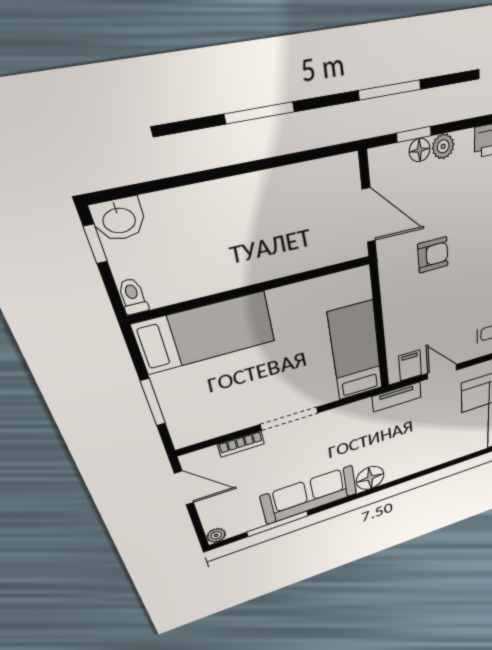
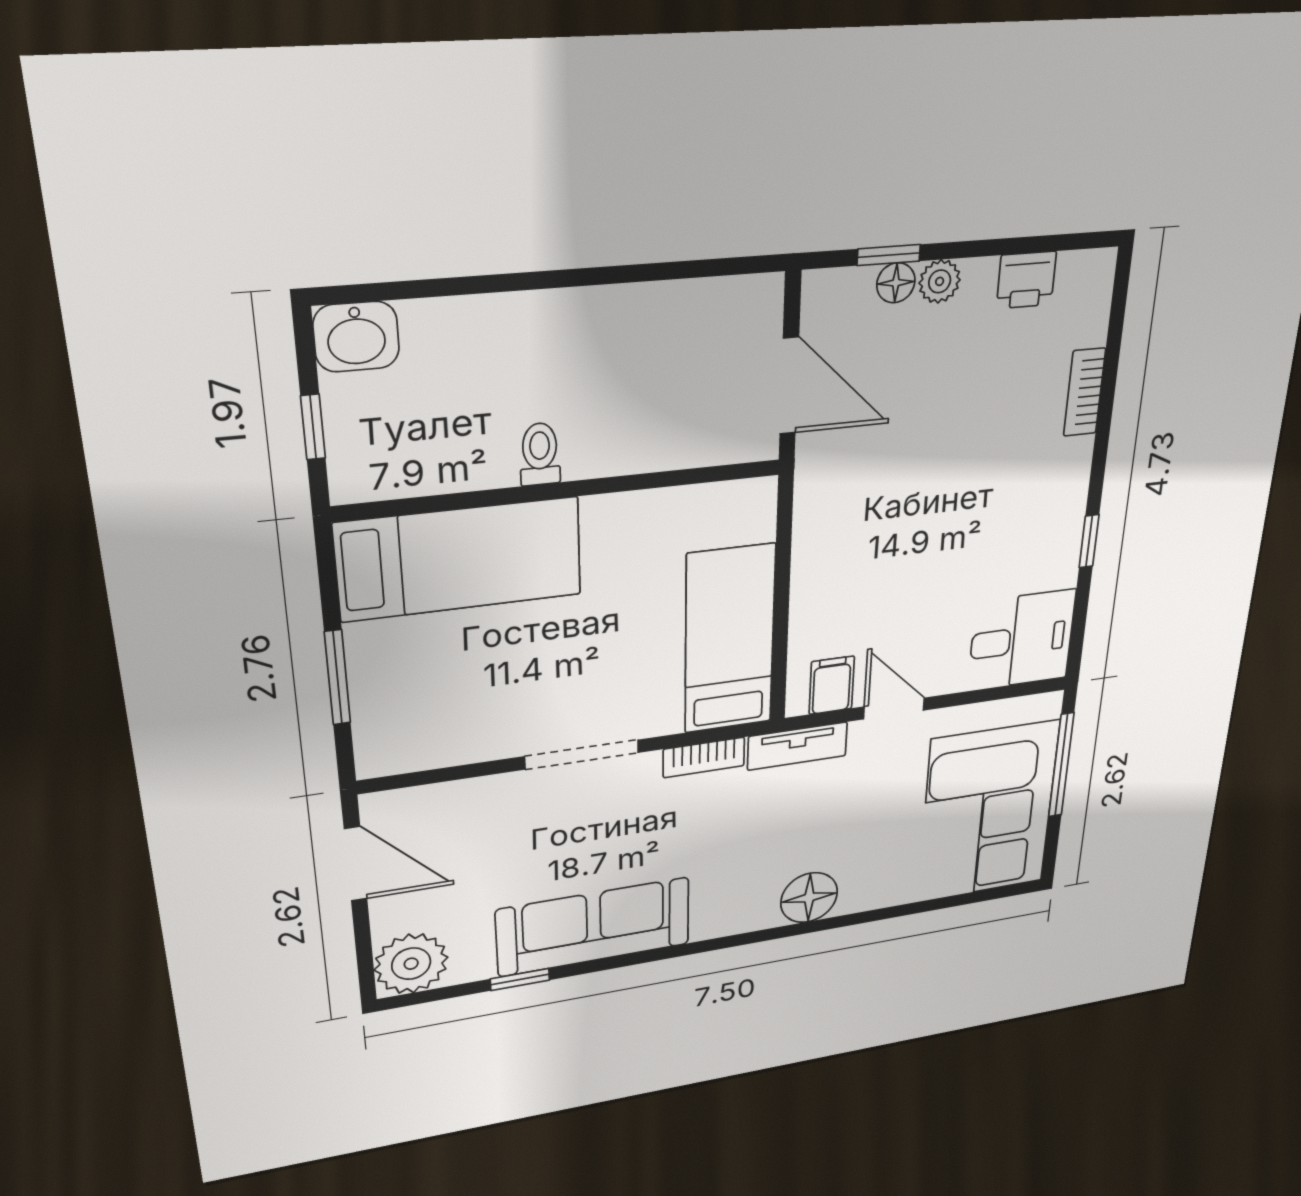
window: (95, 244) -> (313, 427), moved
armchair: (433, 255) -> (900, 474), removed
toilet: (133, 296) -> (540, 454), moved
bookcase: (241, 444) -> (704, 757), moved
floor lamp: (370, 478) -> (809, 898), moved
window: (278, 524) -> (520, 979), width x0.46
plant: (216, 535) -> (411, 964), width x1.87, depth x1.87

